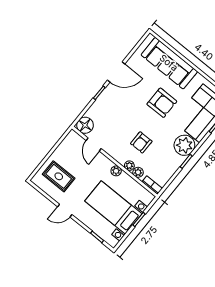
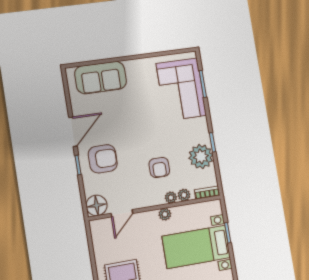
sofa: (169, 63) -> (101, 78), width x0.73
armchair: (162, 103) -> (103, 159), moved
door: (94, 144) -> (122, 213), hinge flipped
plant: (184, 145) -> (201, 157), moved

